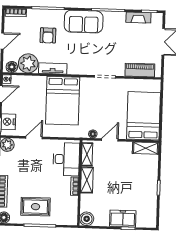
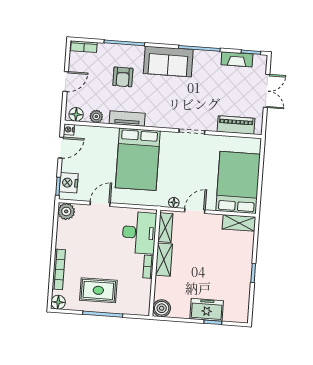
plant: (28, 63) -> (96, 116), width x0.53, depth x0.53

